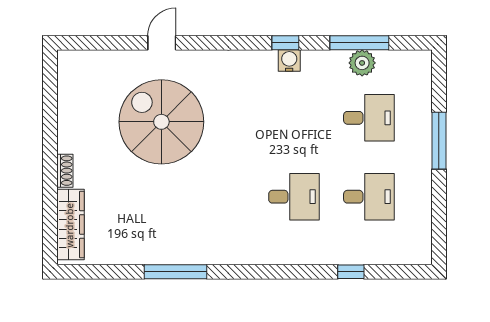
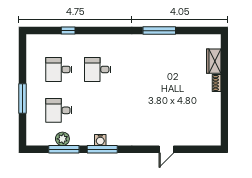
window: (285, 43) -> (102, 149), width x2.17
spiral stairs: (161, 122) -> (167, 108), removed
wardrobe: (70, 225) -> (214, 61), width x0.67

